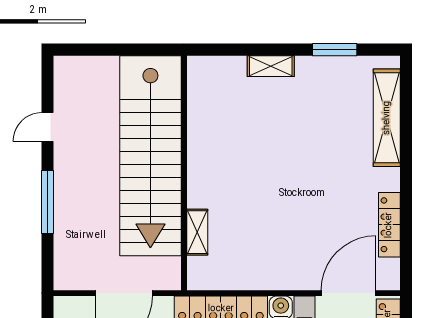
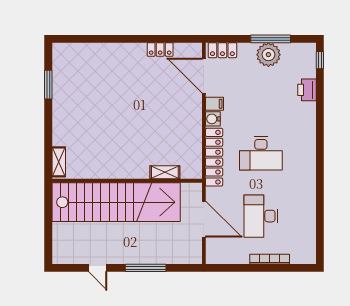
shelving: (271, 66) -> (59, 162), moved
shelving: (387, 118) -> (92, 51), removed
locker: (389, 225) -> (160, 50), width x0.66

